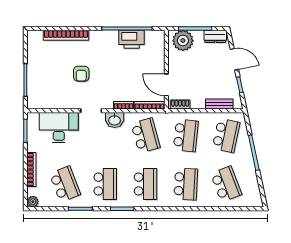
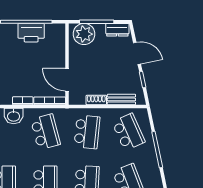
shoe rack: (180, 104) -> (96, 100), moved
school desk: (226, 135) -> (128, 132), turned -36

